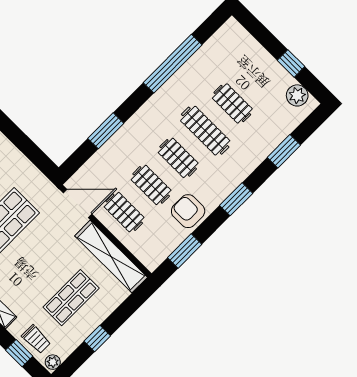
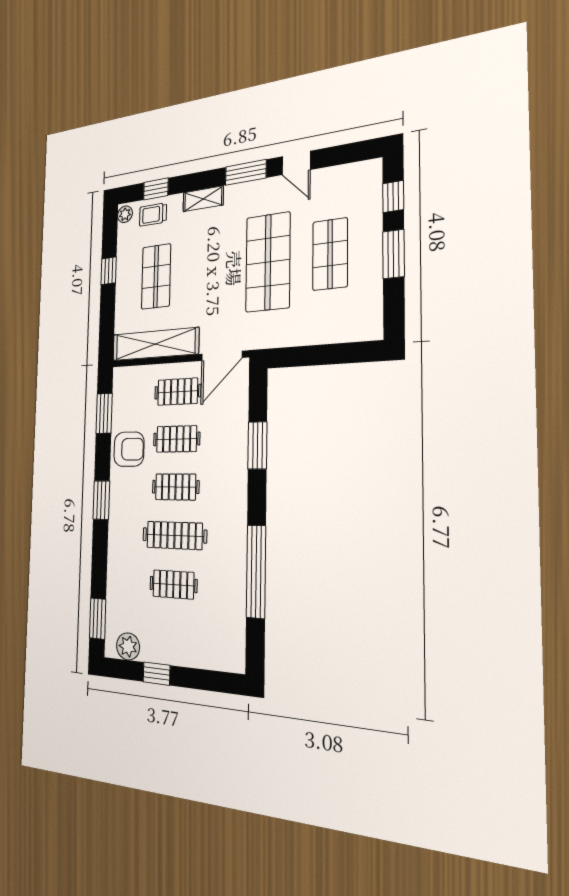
window: (284, 151) -> (98, 619), moved

